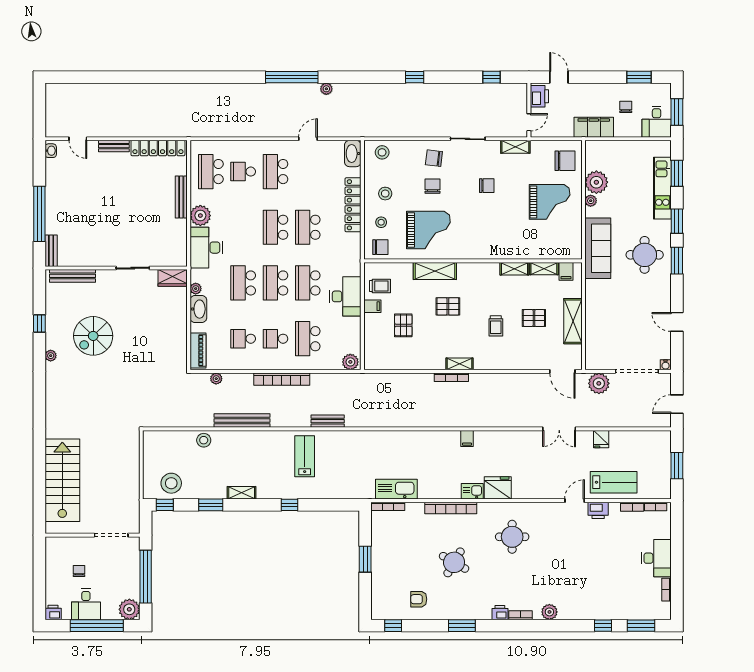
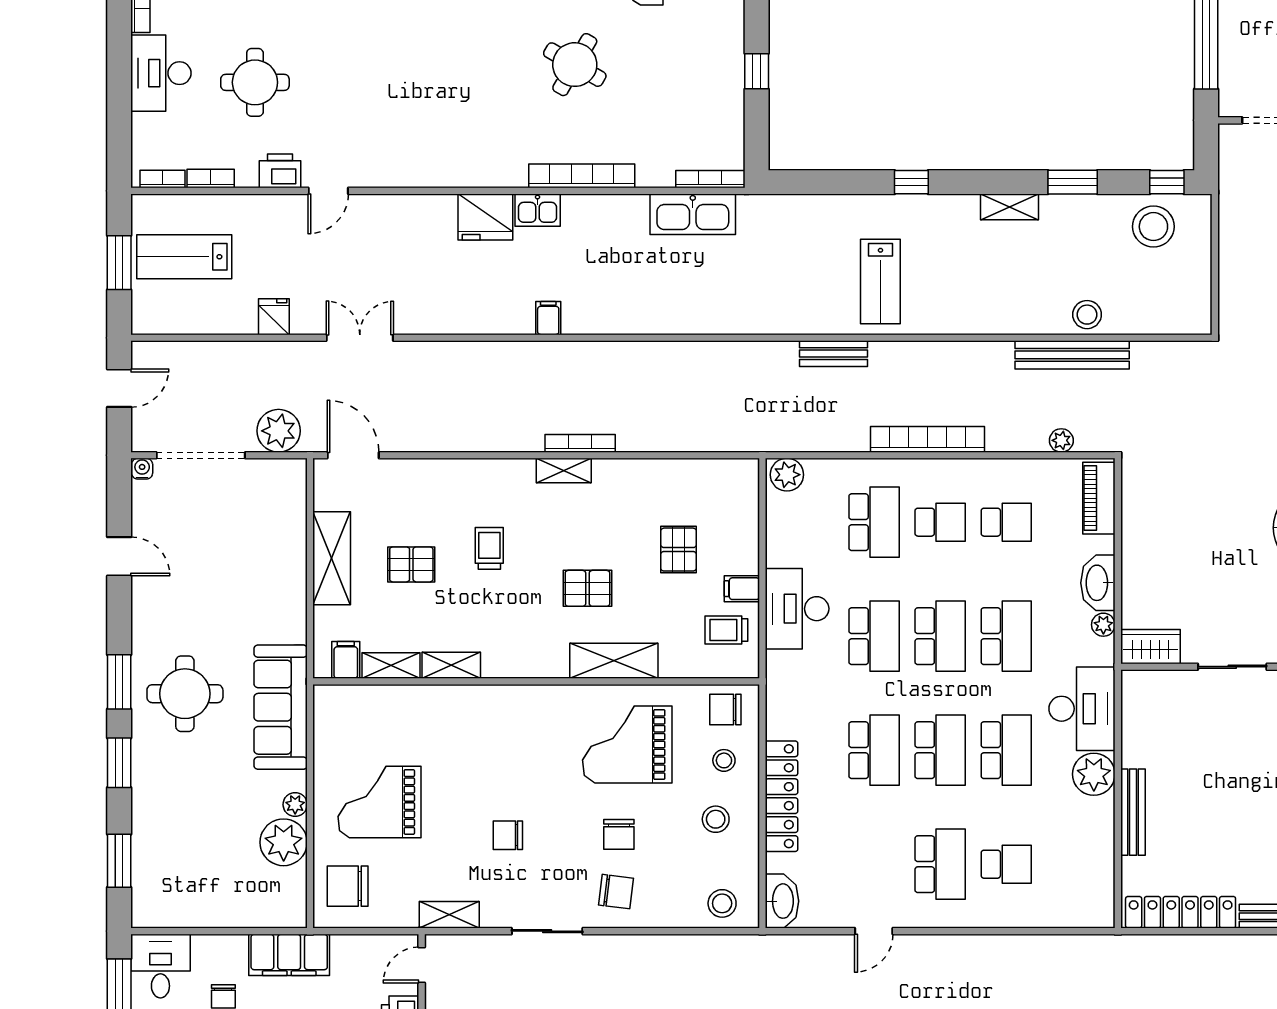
school desk: (211, 172) -> (1006, 750), moved
kitchen unit: (662, 188) -> (149, 830), removed
bench: (242, 420) -> (1072, 355), moved
lab bench: (614, 482) -> (184, 257), moved
round table: (512, 537) -> (255, 82), moved
window: (365, 559) -> (757, 71), width x0.67

